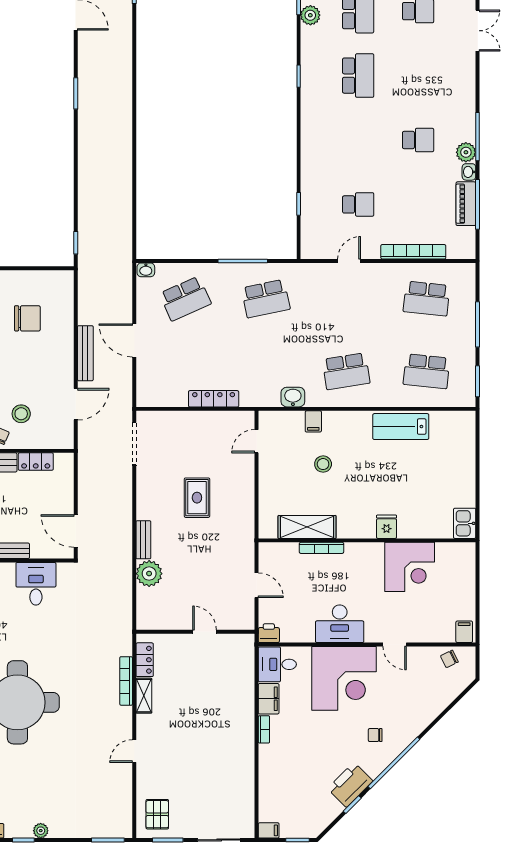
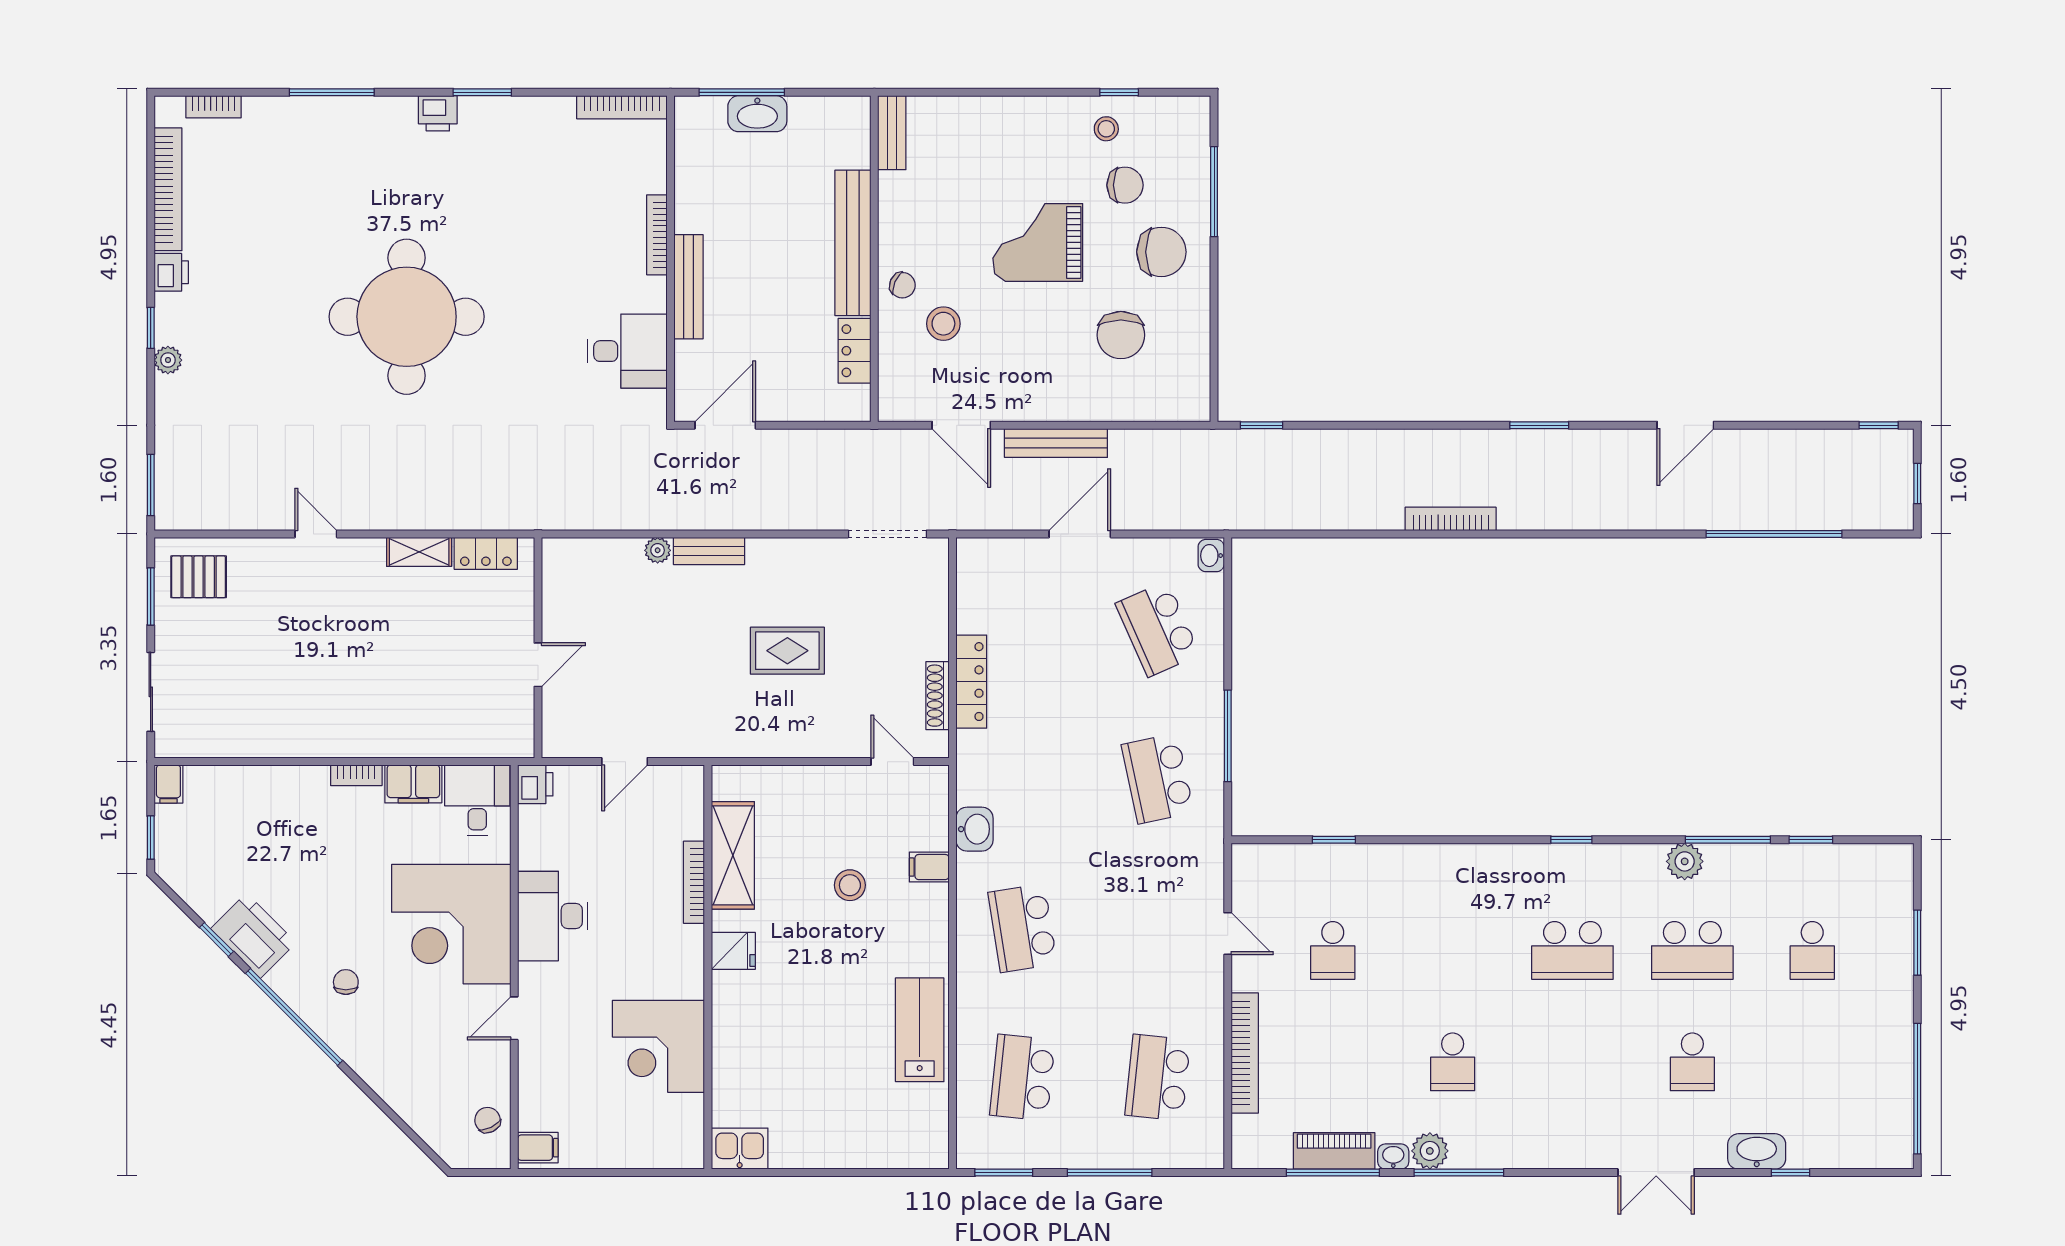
shoe rack: (221, 417) -> (937, 696), added
fridge: (387, 527) -> (733, 951), moved
plant: (149, 574) -> (658, 550), width x0.53, depth x0.53
bookcase: (126, 681) -> (1451, 519), moved

